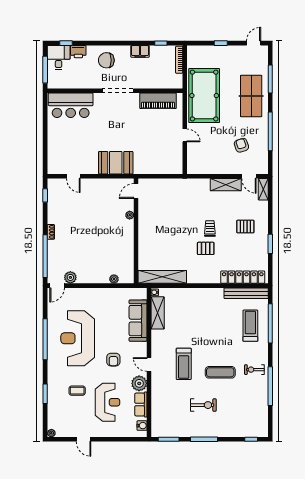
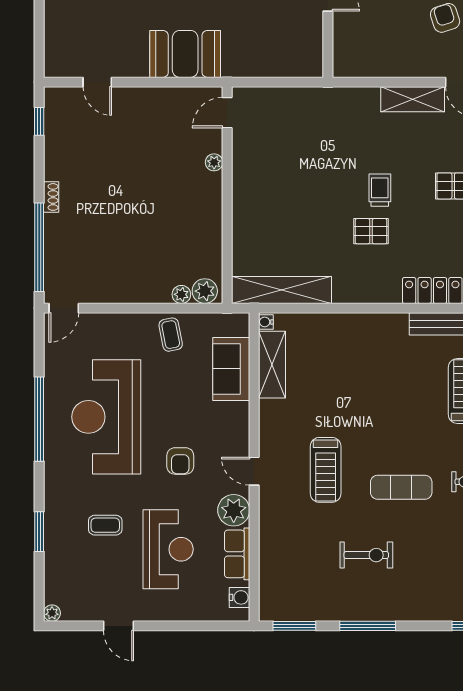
plant: (70, 277) -> (205, 291), moved
coffee table: (109, 298) -> (171, 335), added
sofa: (138, 321) -> (231, 369), width x0.73

